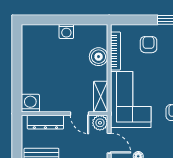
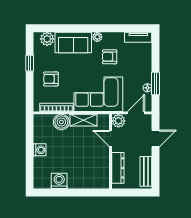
shelving: (101, 97) -> (84, 120), moved
washing machine: (30, 103) -> (59, 181), moved, turned 90
door: (79, 114) -> (111, 138), swing flipped

